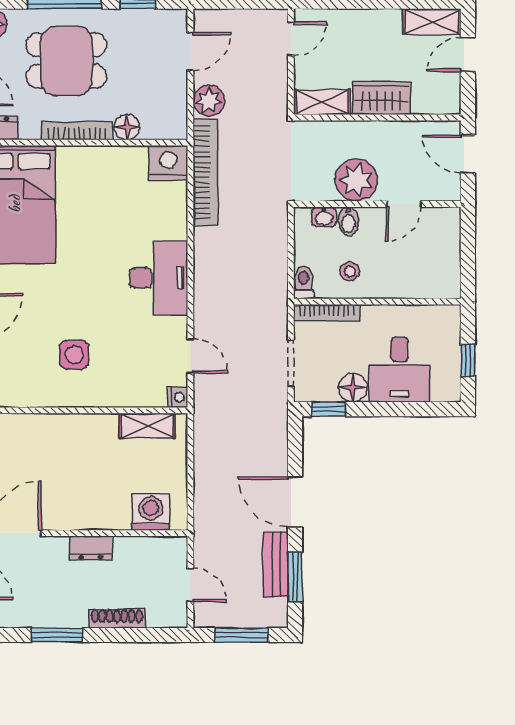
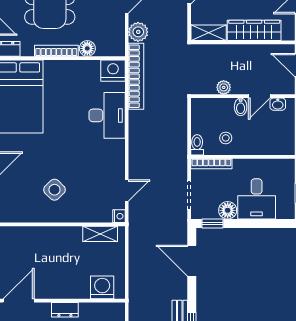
wardrobe: (381, 98) -> (254, 30), width x1.50
plant: (356, 180) -> (224, 87), width x0.53, depth x0.53
washbasin: (324, 217) -> (278, 104), moved
bidet: (348, 221) -> (241, 107), moved
desk: (159, 278) -> (107, 115), moved
side table: (74, 355) -> (54, 190), turned 45
door: (190, 356) -> (127, 190), hinge flipped
door: (295, 502) -> (192, 261), moved

